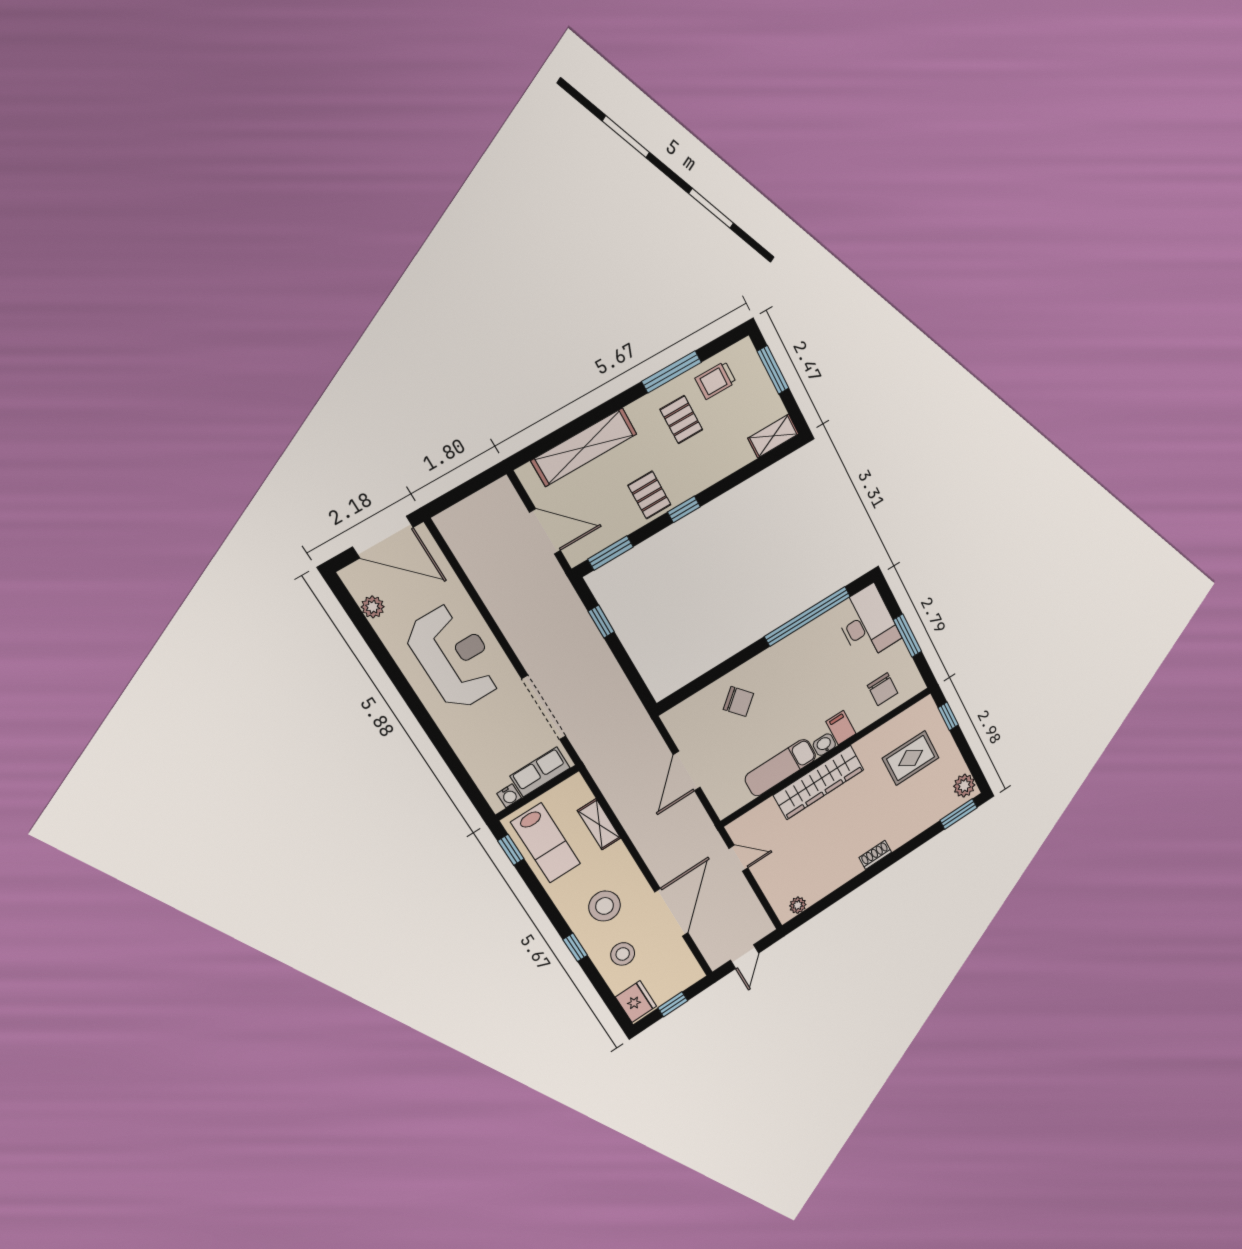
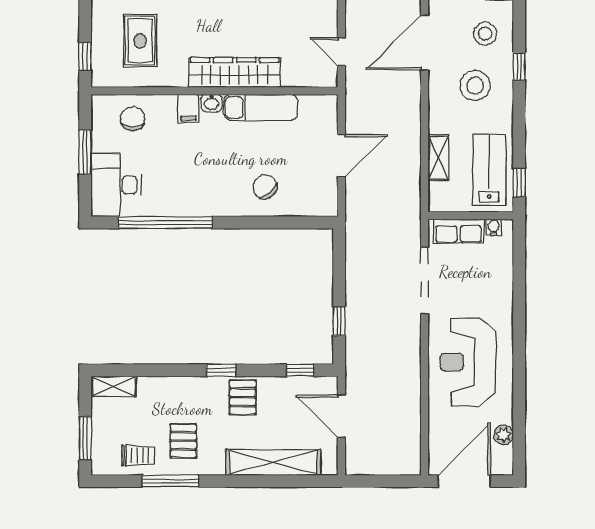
door: (383, 537) -> (464, 481), hinge flipped
window: (610, 553) -> (300, 370), width x0.67
rug: (911, 758) -> (140, 41), turned 90

